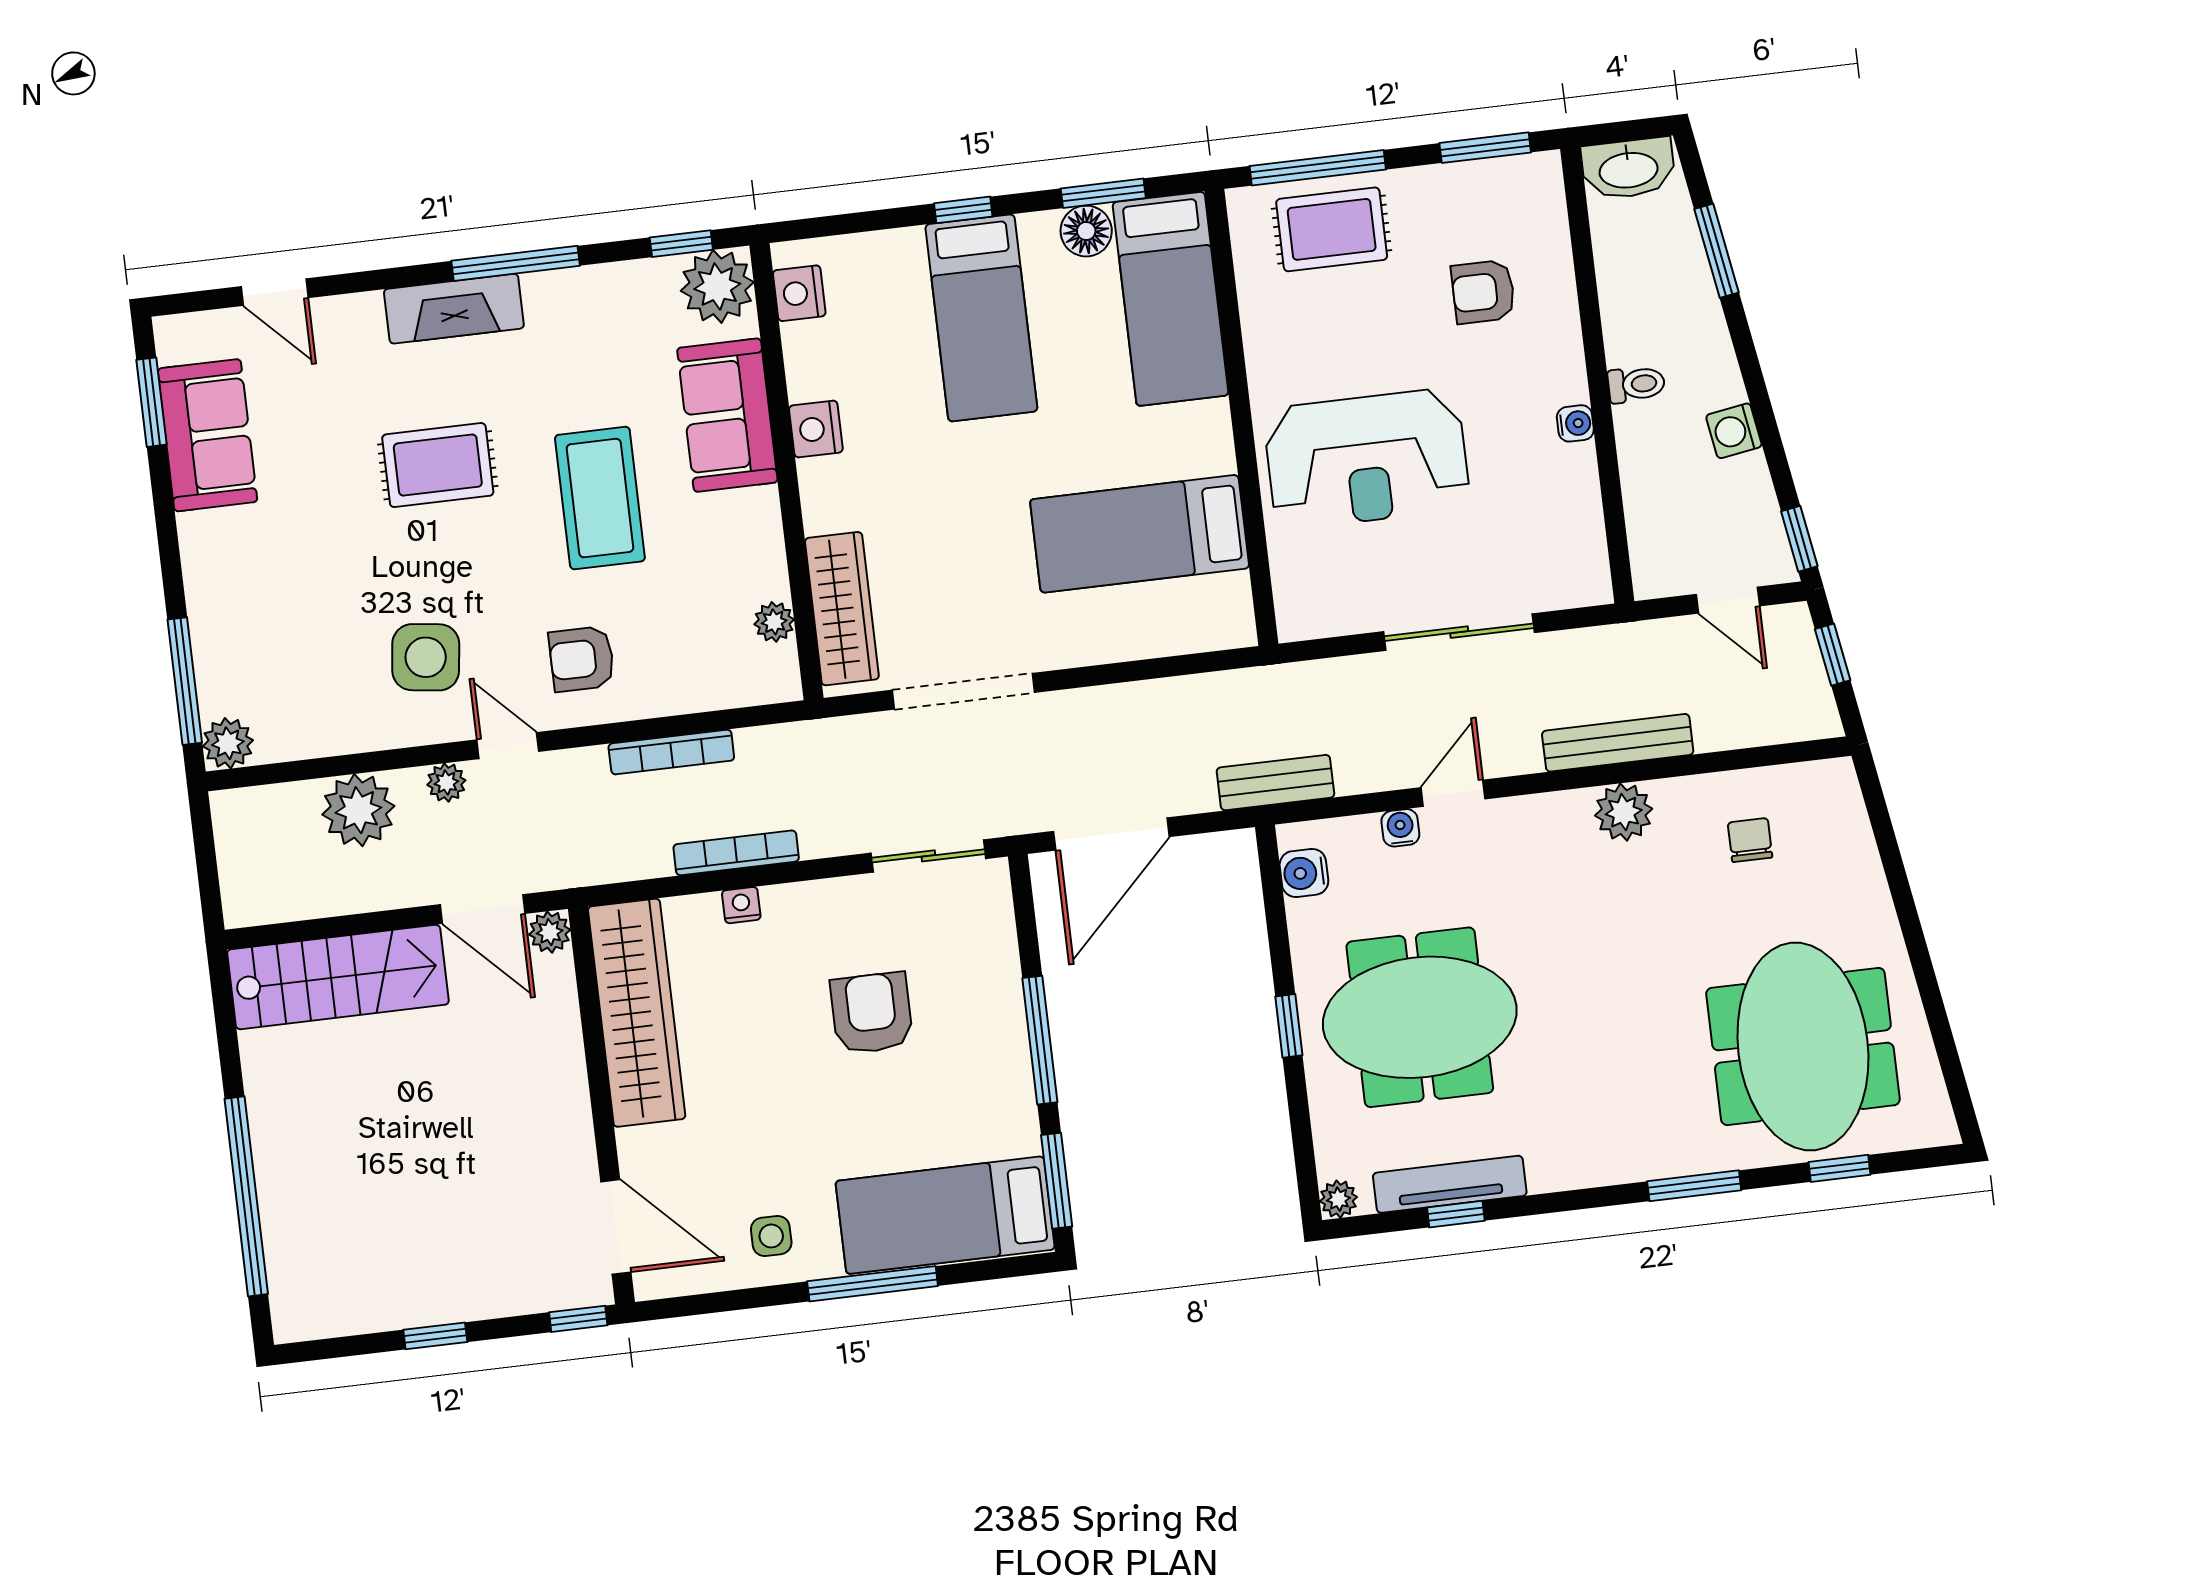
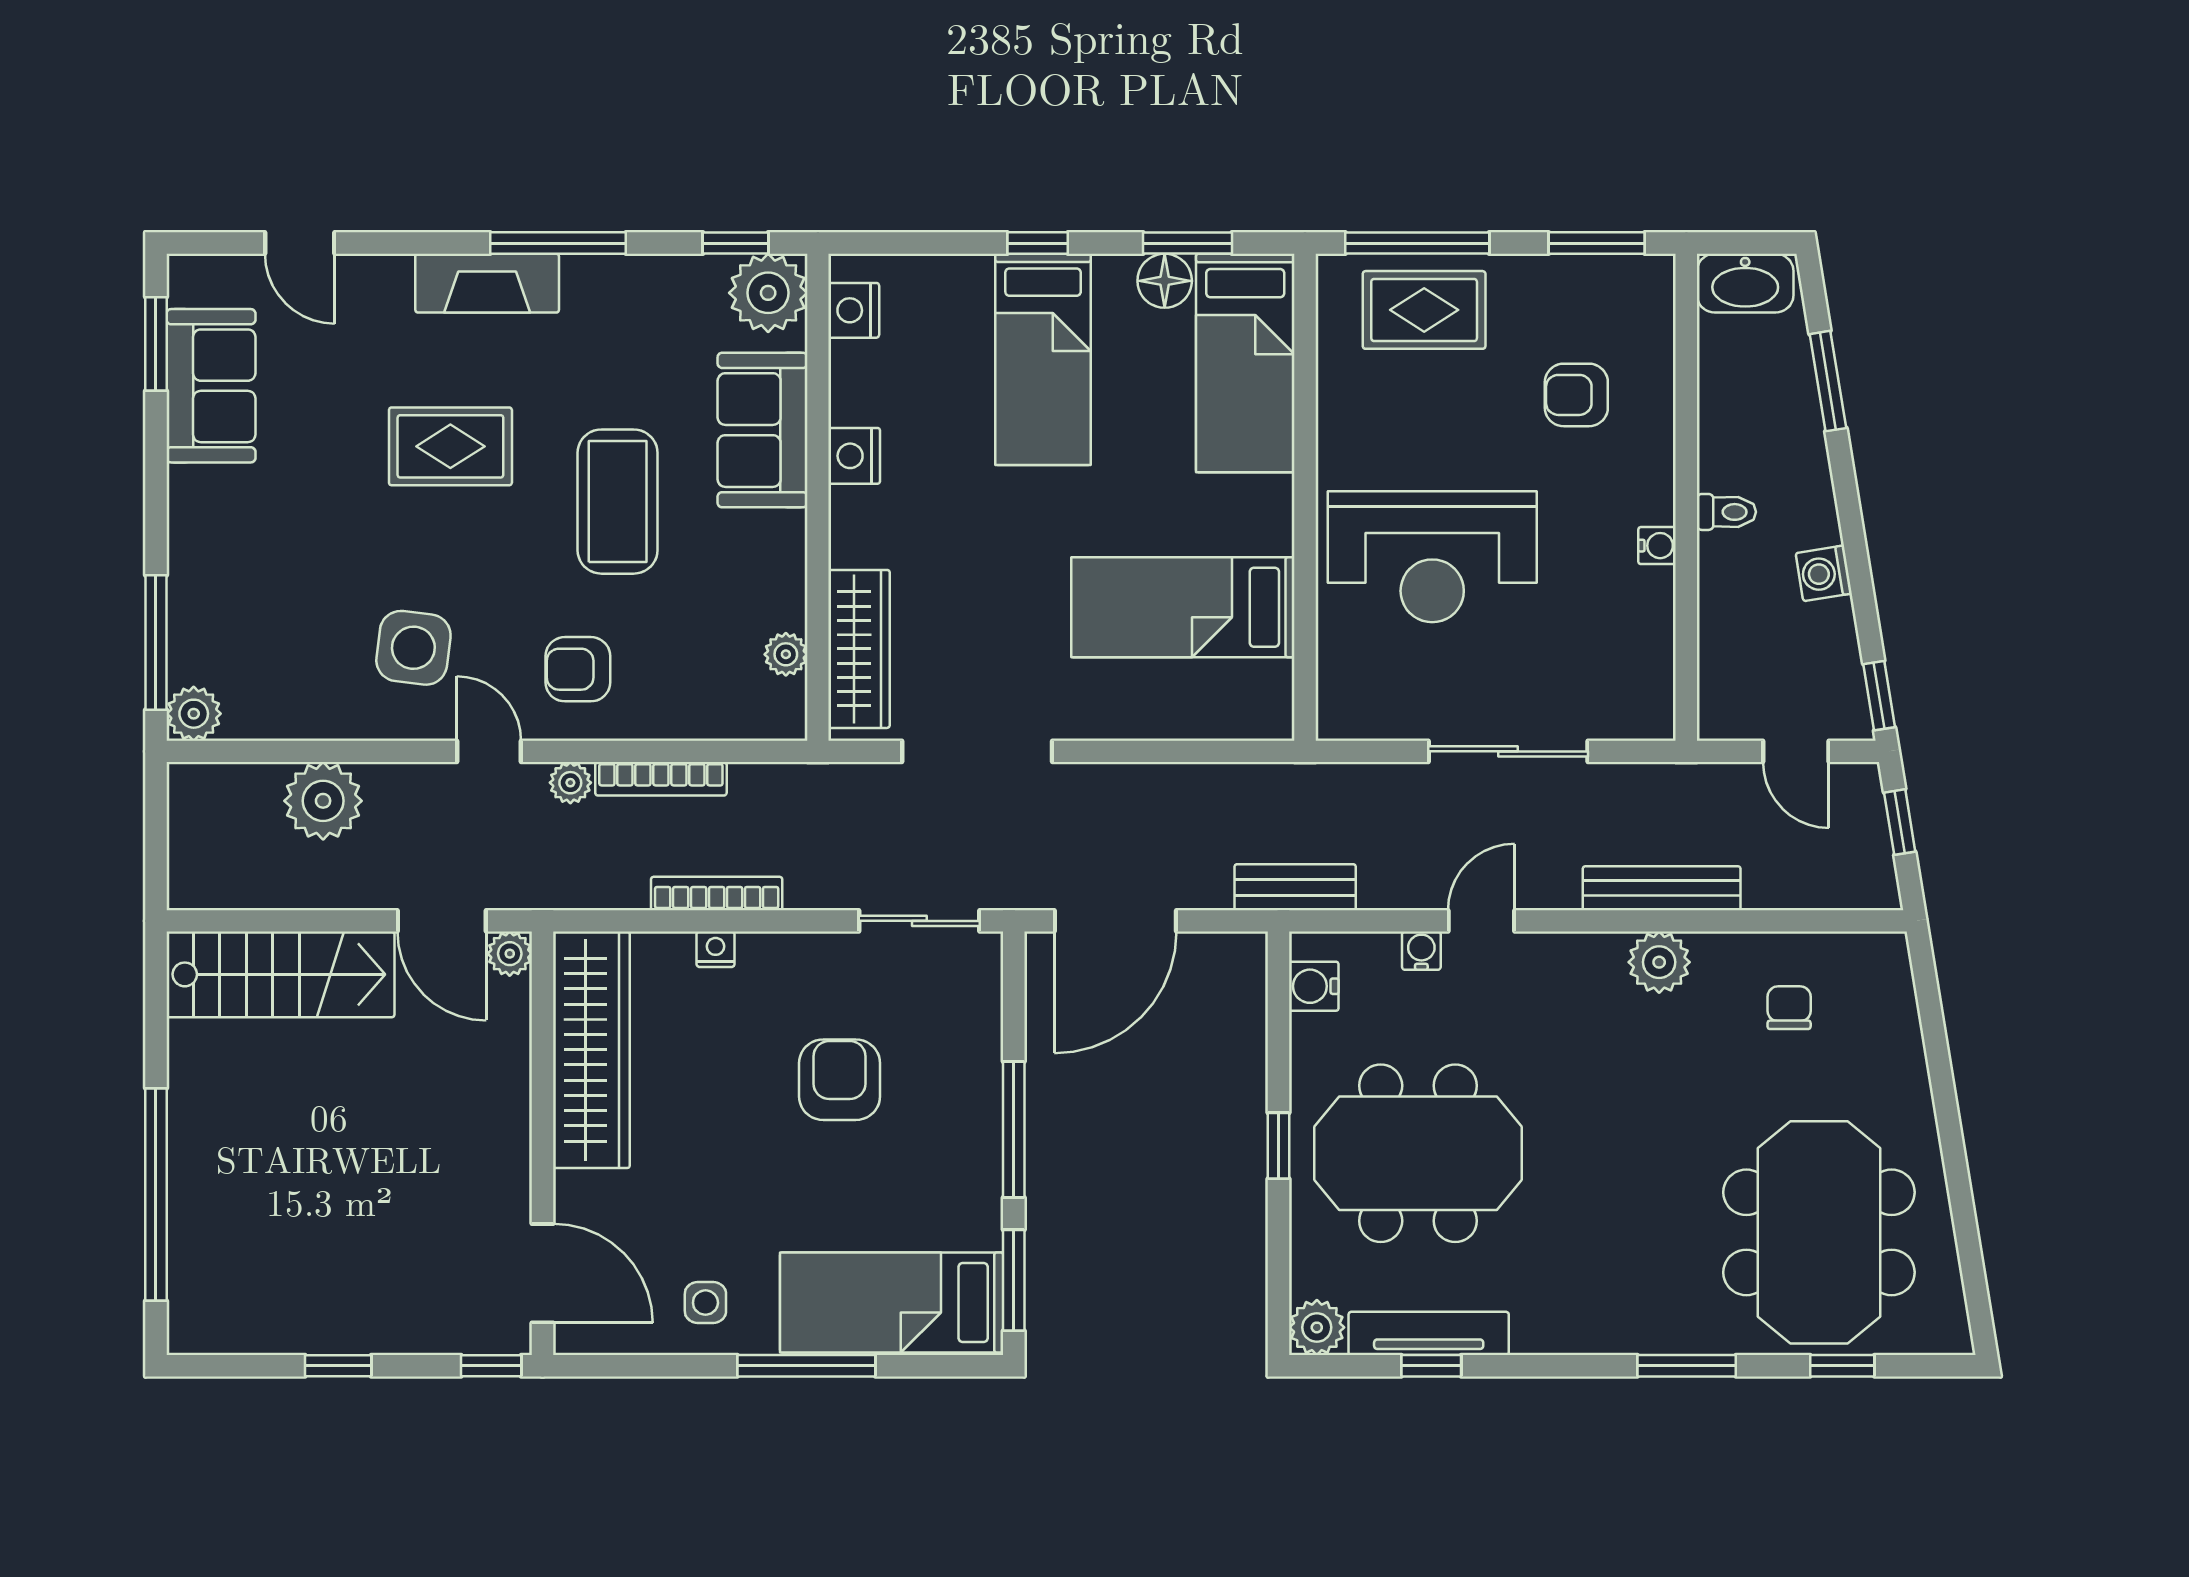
plant: (446, 783) -> (570, 783), moved
plant: (1339, 1199) -> (1317, 1327), width x1.38, depth x1.38

